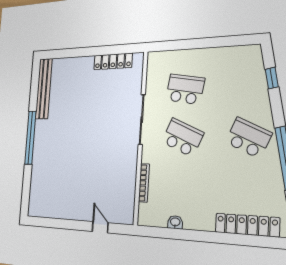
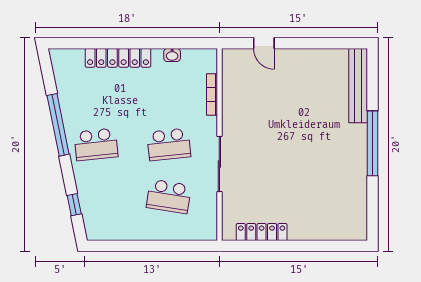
bench: (44, 89) -> (358, 86), moved
school desk: (182, 137) -> (169, 144), turned -30
school desk: (248, 138) -> (96, 144), turned -30
locker: (247, 225) -> (118, 58), moved

